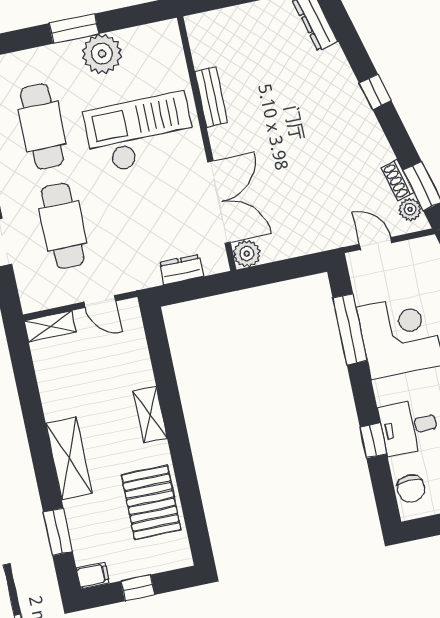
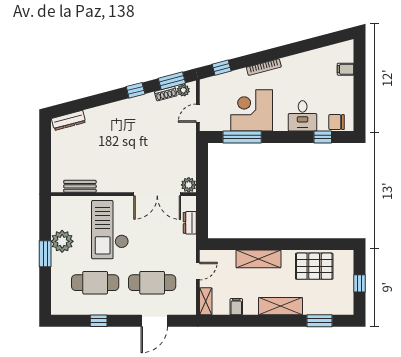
window: (375, 92) -> (136, 90), moved
bench: (211, 97) -> (80, 186), moved
double door: (219, 202) -> (157, 194), swing flipped
shelving: (150, 415) -> (258, 259), width x1.50, depth x1.33
window: (373, 440) -> (323, 137), moved
chair: (411, 488) -> (337, 122), turned 180
filing cabinet: (93, 575) -> (236, 307), moved

